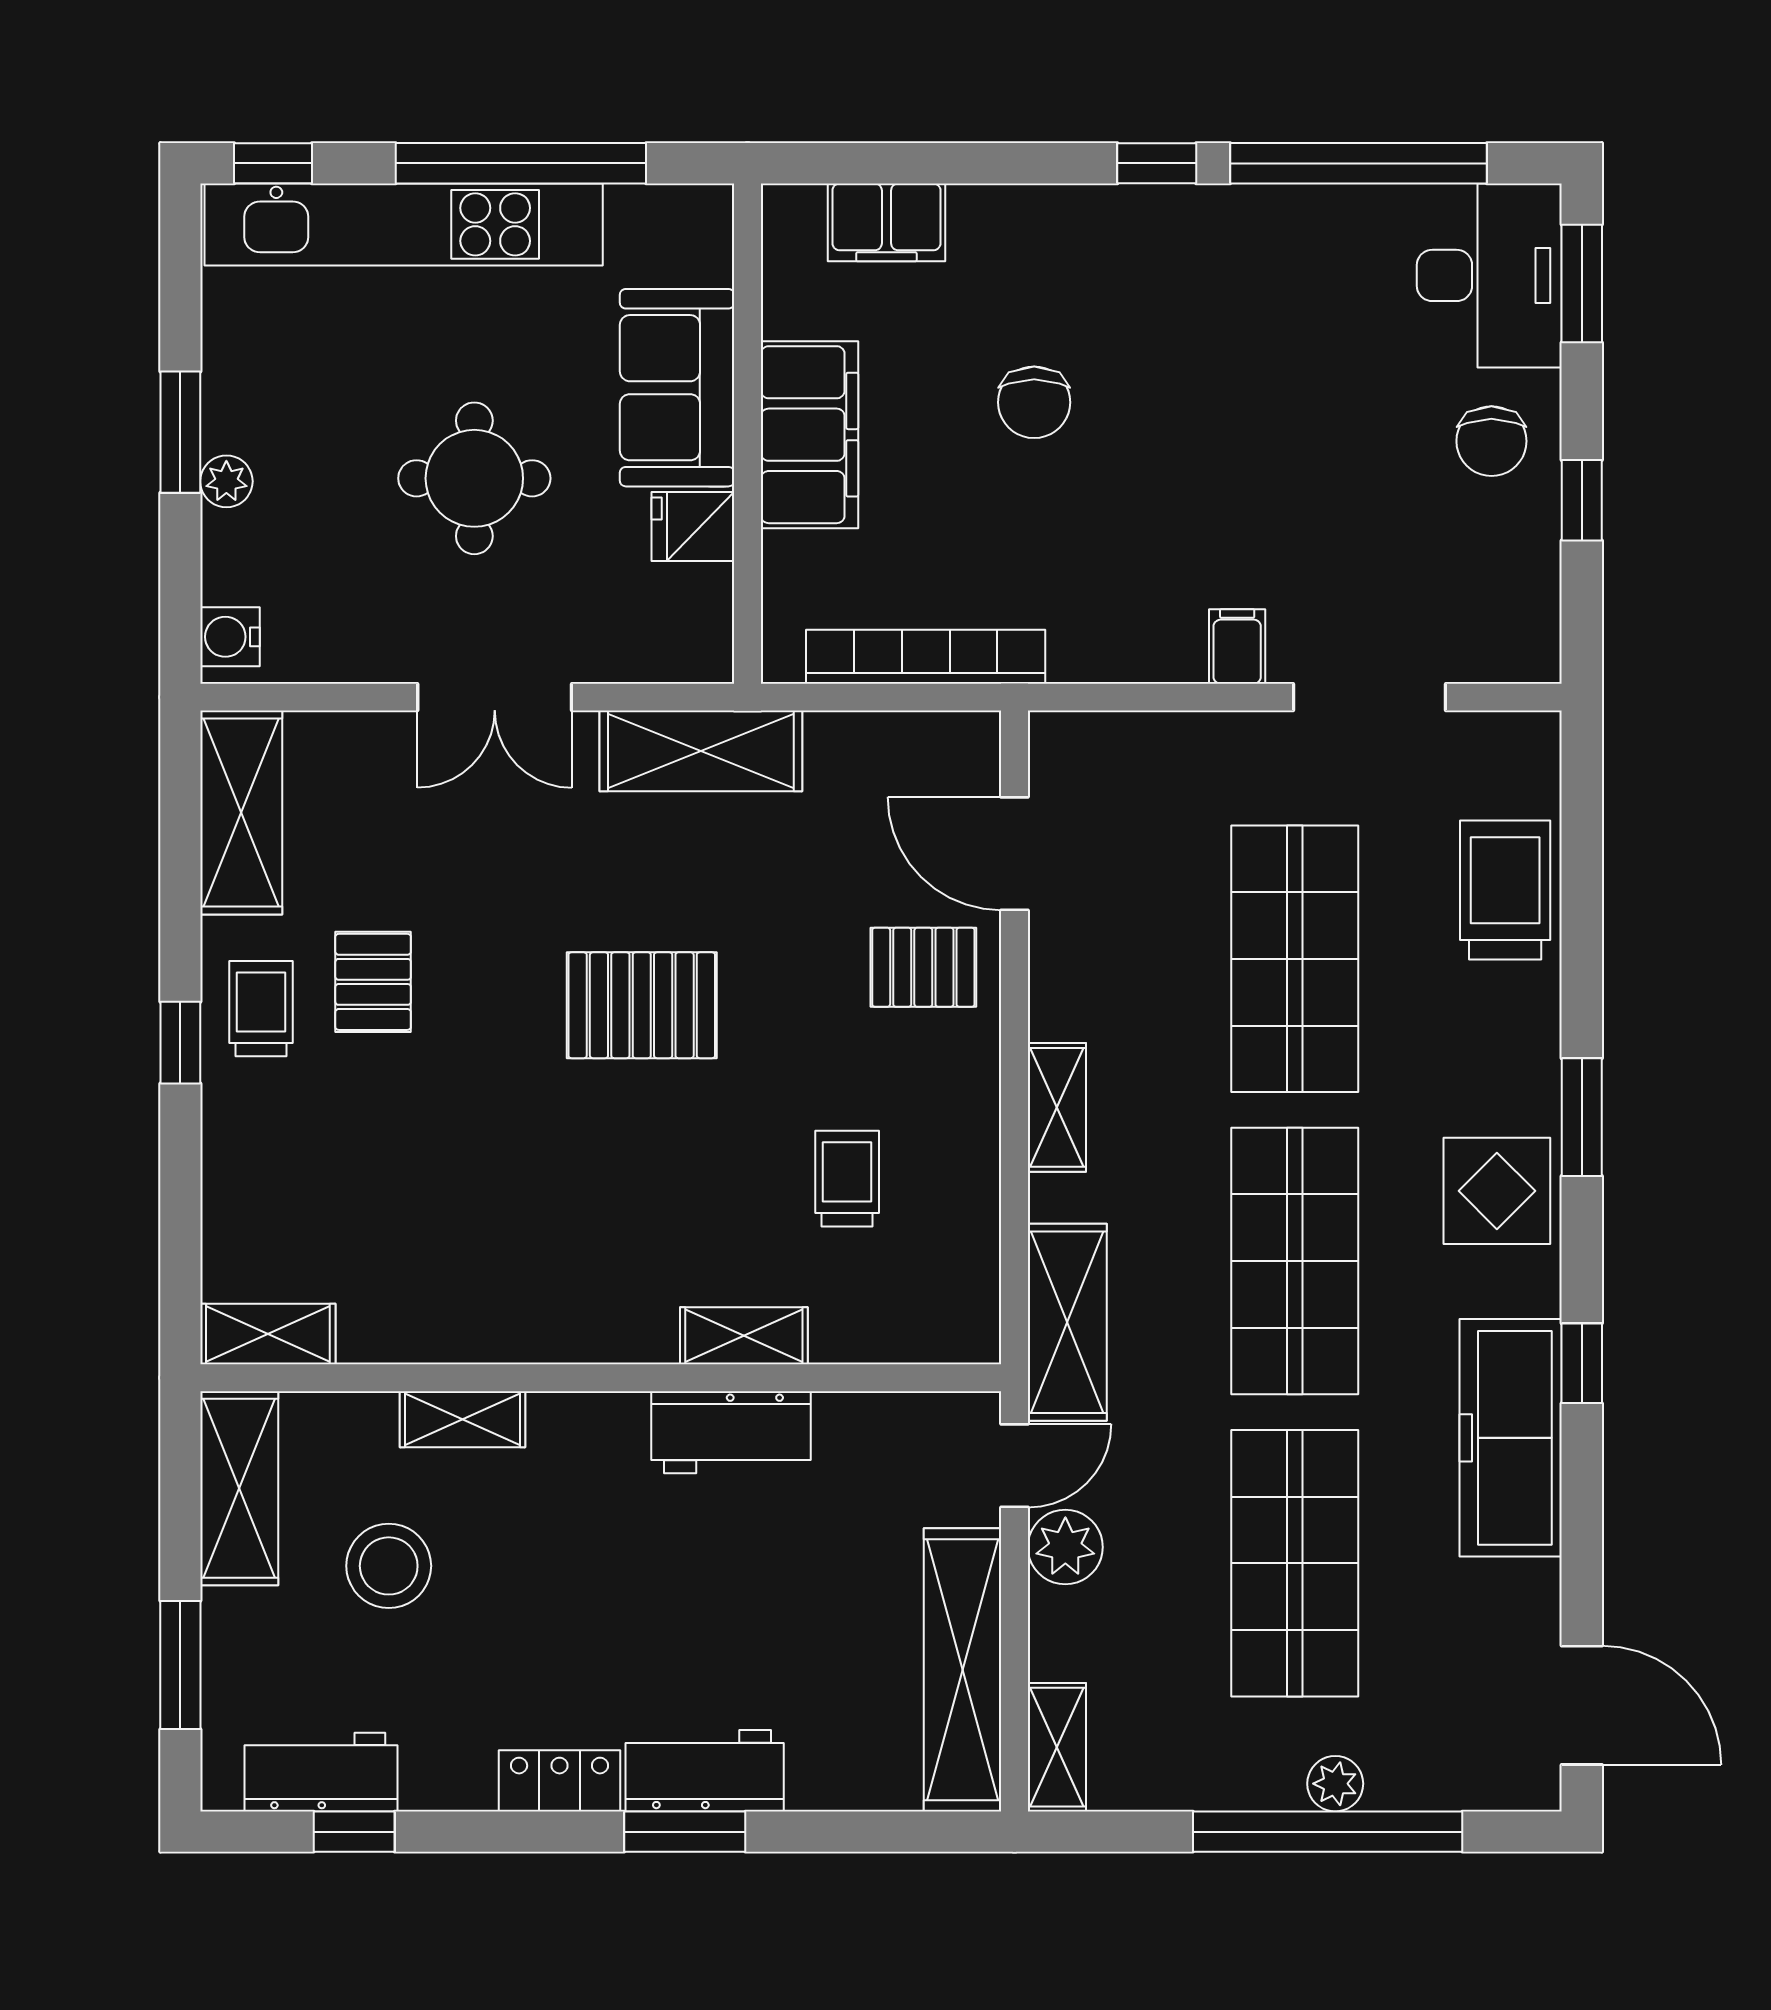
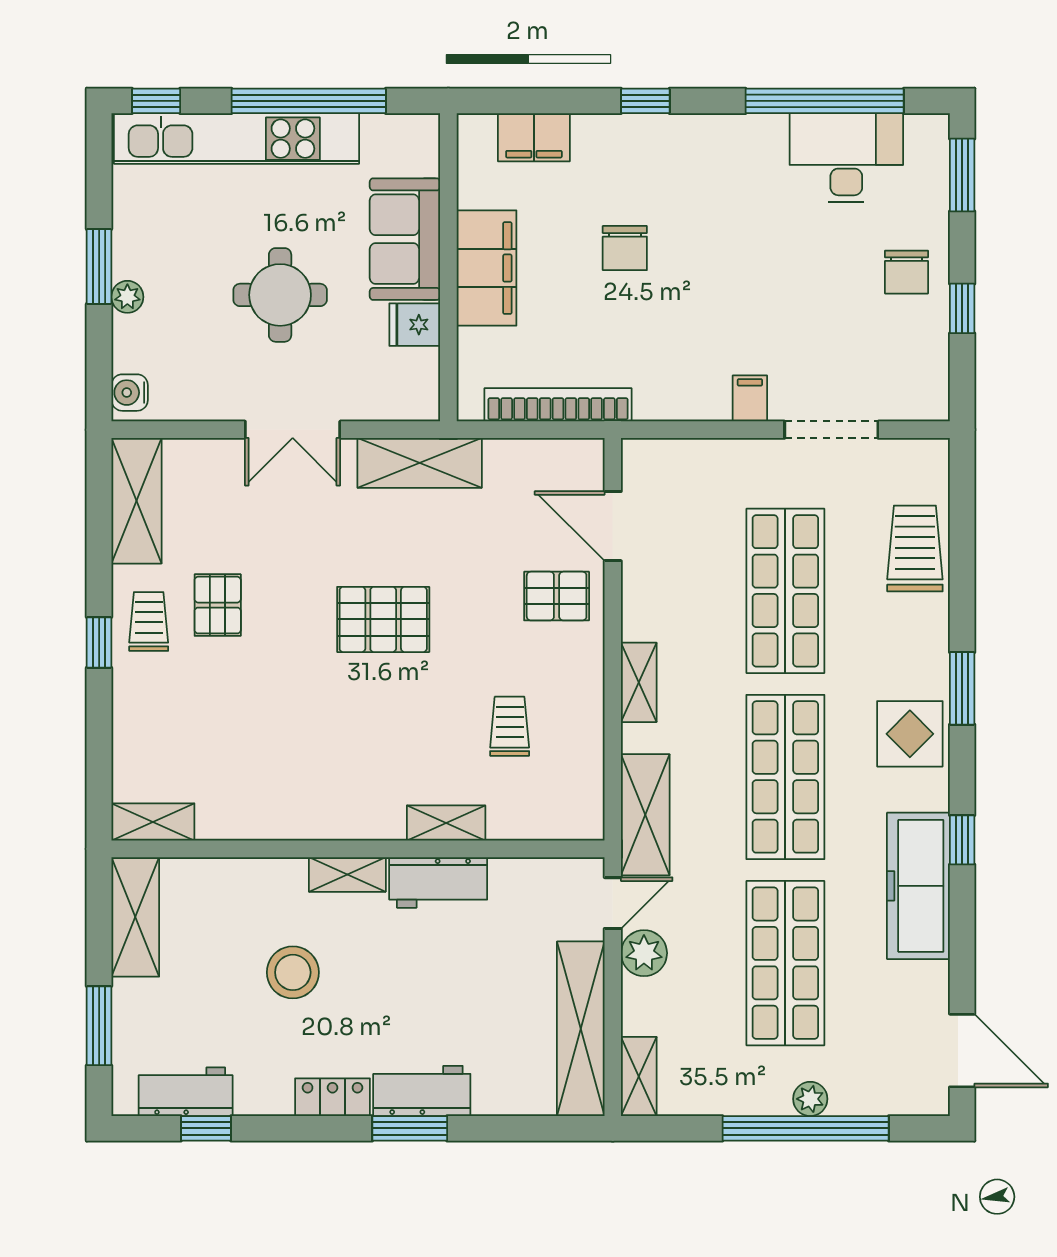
window: (1157, 163) -> (645, 101), moved
desk: (1489, 275) -> (846, 158), moved, turned -90
shelving: (463, 1419) -> (347, 874), moved
stool: (389, 1566) -> (293, 972), moved

